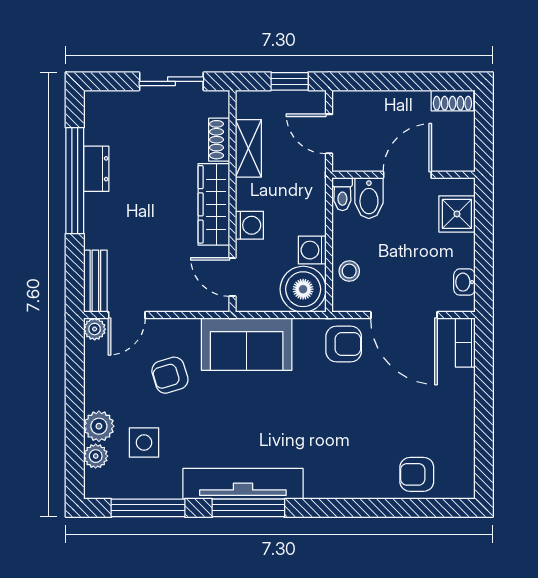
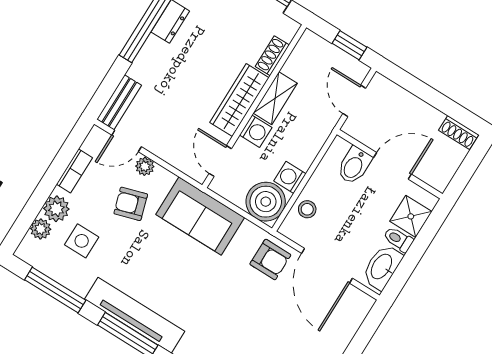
shelving: (248, 148) -> (275, 98), moved
toilet: (342, 194) -> (398, 239), moved, turned 90
washbasin: (464, 282) -> (382, 267), width x1.91, depth x1.45
plant: (95, 329) -> (145, 166), moved
bookcase: (465, 343) -> (74, 171), moved, turned 180

